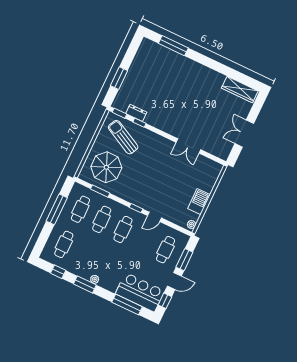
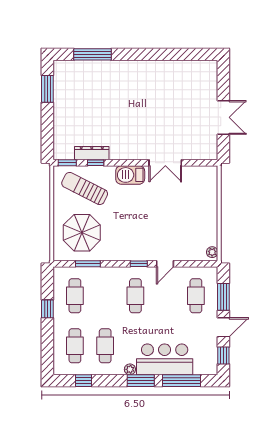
window: (119, 78) -> (47, 89), moved
wardrobe: (240, 89) -> (194, 69), removed
dresser: (136, 113) -> (92, 153), width x1.44
double door: (244, 134) -> (223, 117), swing flipped
barbecue: (199, 202) -> (130, 175), moved, turned -90
window: (57, 209) -> (47, 309), width x0.46
cafe table: (102, 219) -> (105, 346), moved
window: (85, 284) -> (141, 381), moved
bar counter: (140, 292) -> (165, 359), moved

